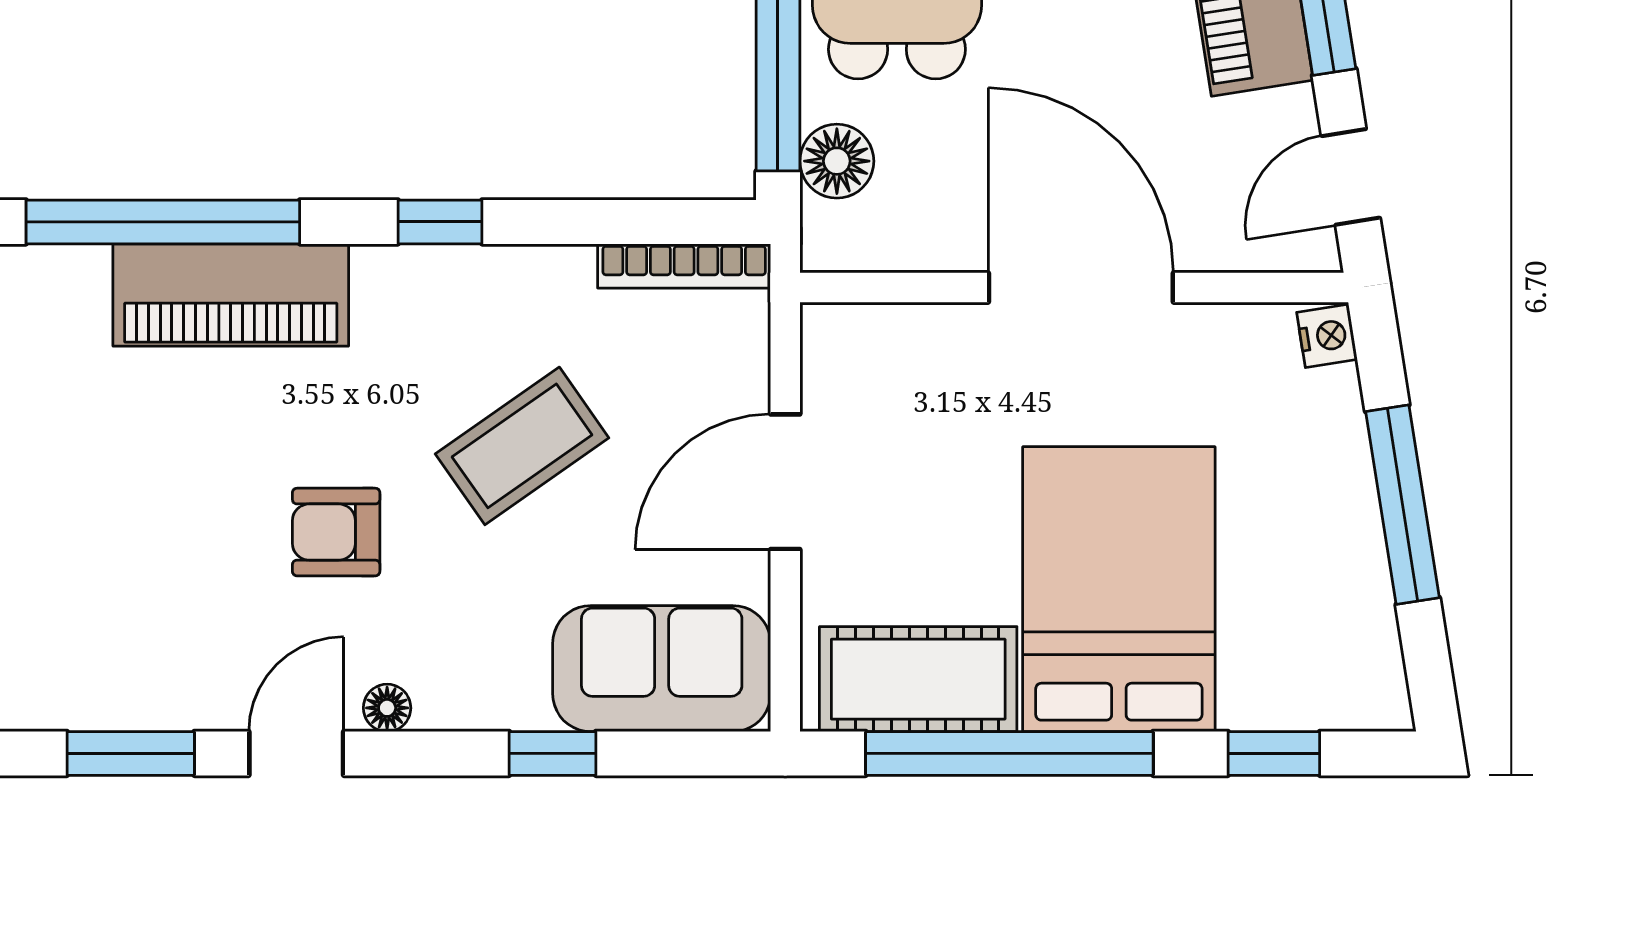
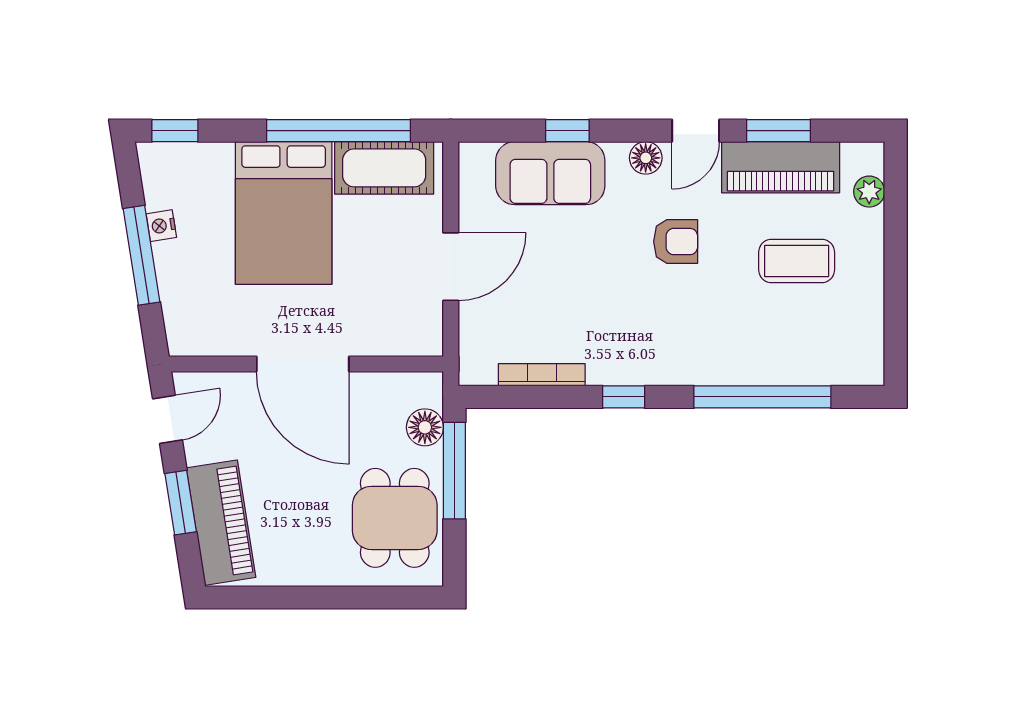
bookcase: (684, 266) -> (542, 375), moved
piano: (231, 295) -> (781, 167), moved, turned 180
nightstand: (1327, 336) -> (161, 226), moved
coffee table: (522, 446) -> (797, 261), moved, turned 35
sofa: (662, 669) -> (550, 173), moved
floor lamp: (387, 708) -> (646, 158), width x1.37, depth x1.37
window: (1274, 753) -> (175, 131), moved

